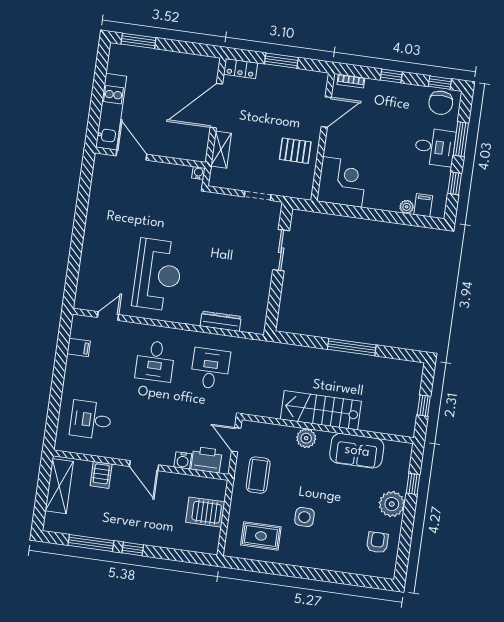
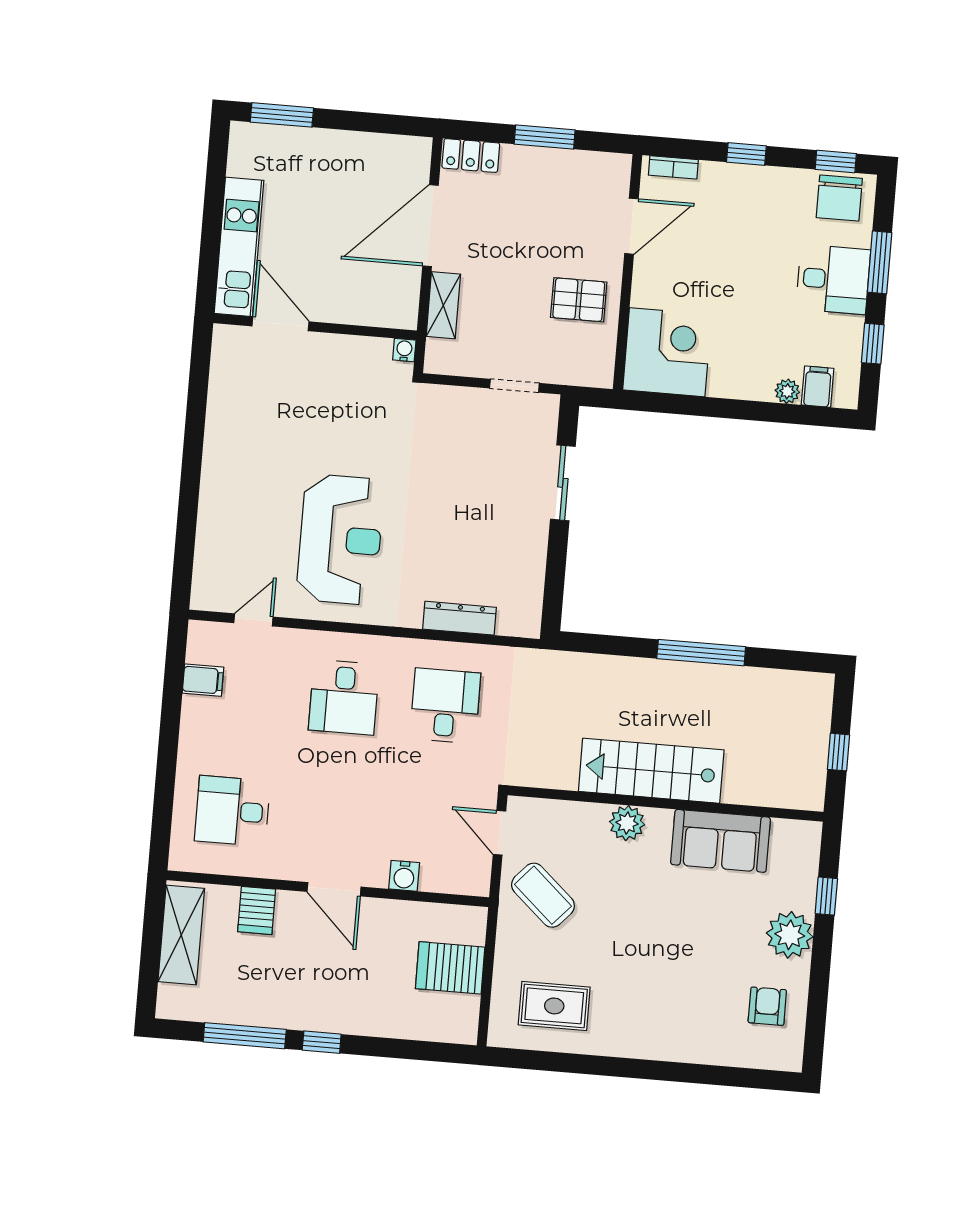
printer: (207, 460) -> (447, 872), removed
coffee table: (258, 475) -> (543, 895), turned -48
side table: (304, 517) -> (632, 967), removed

